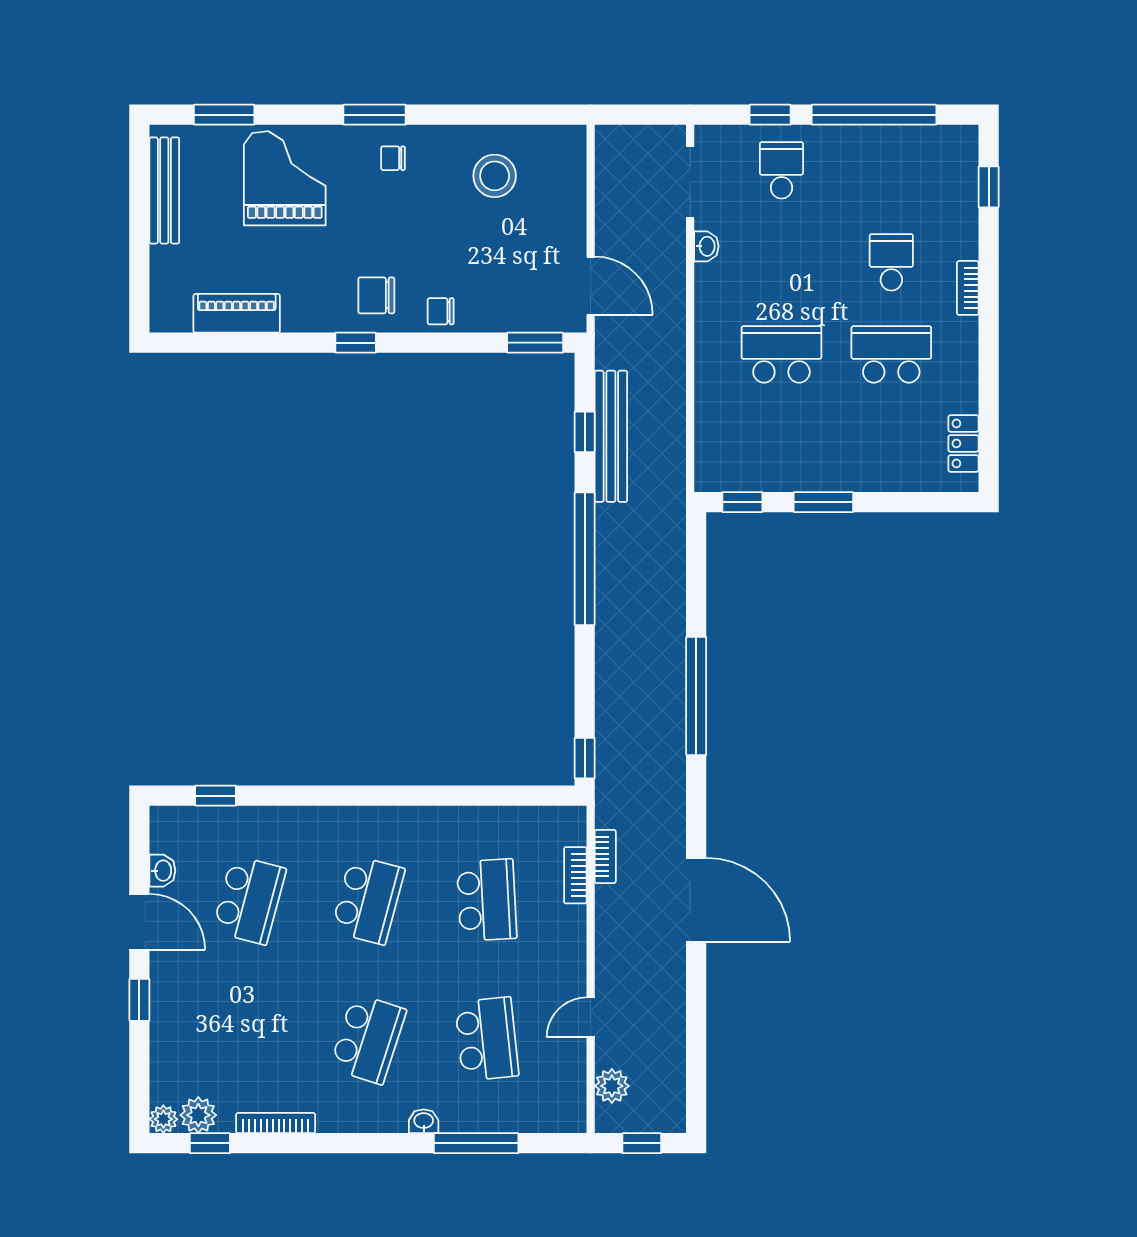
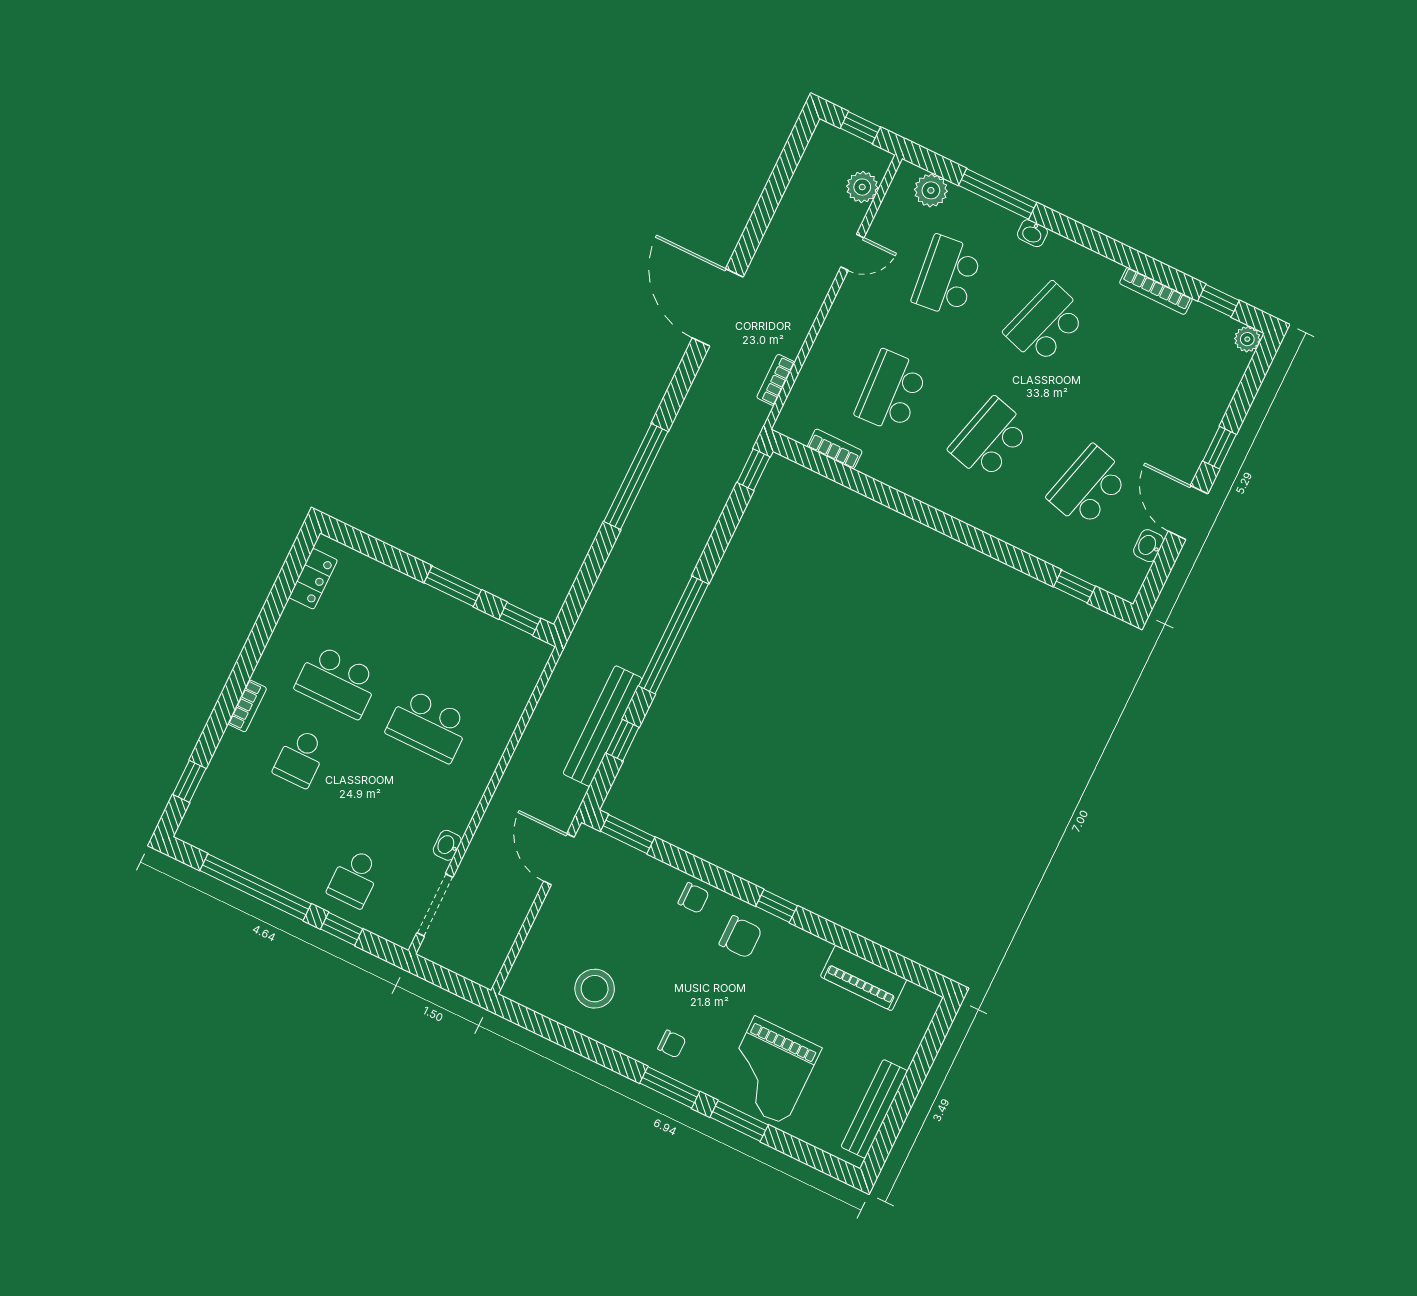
window: (224, 115) -> (739, 1121), moved
bookcase: (575, 875) -> (835, 449), moved, turned -90
plant: (198, 1115) -> (931, 190), moved

